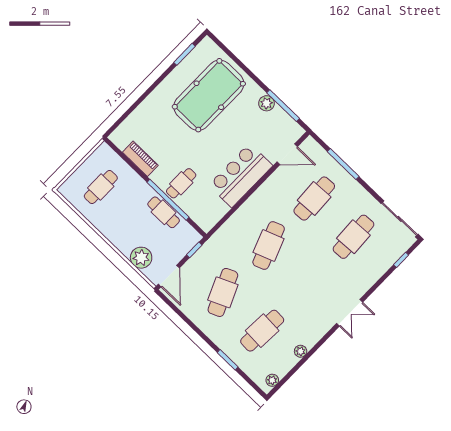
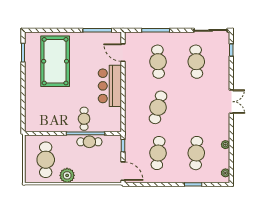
plant: (266, 103) -> (88, 37), removed
door: (287, 154) -> (123, 53), swing flipped
piano: (140, 159) -> (52, 126), removed
cafe table: (101, 187) -> (46, 160), width x1.37, depth x1.35
cafe table: (269, 245) -> (158, 107), turned 36
plant: (141, 258) -> (67, 175), moved
cafe table: (223, 292) -> (158, 153), turned 30

